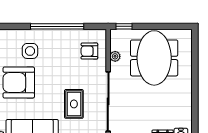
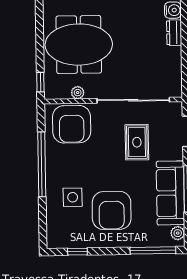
armchair: (89, 51) -> (72, 124), width x1.88, depth x1.88
rug: (74, 104) -> (137, 142), turned 90

